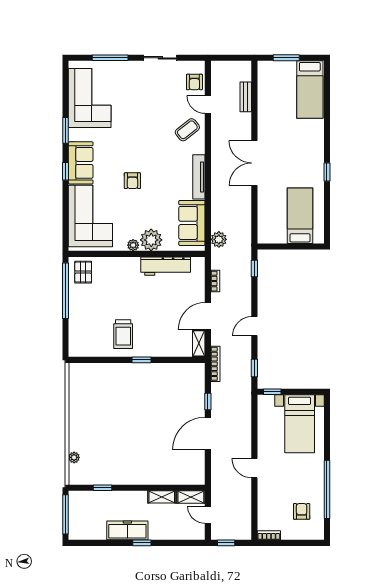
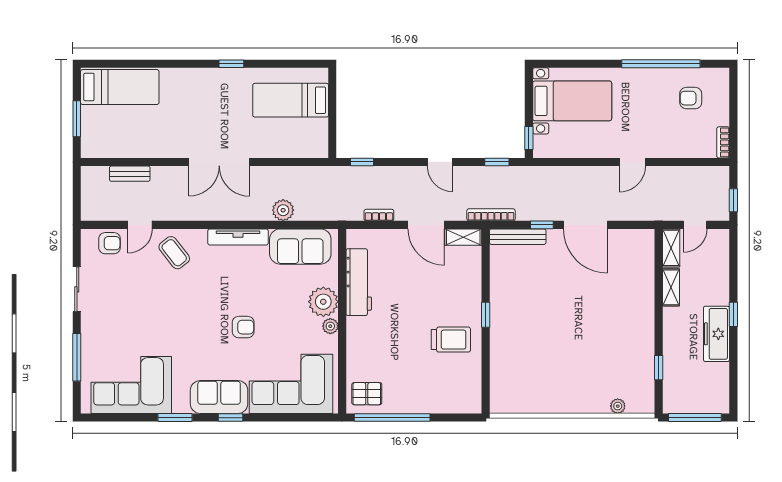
plant: (219, 239) -> (283, 210), moved
bench: (199, 384) -> (518, 237), added

